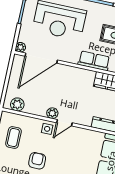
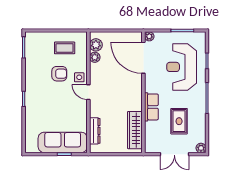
plant: (52, 113) -> (95, 57), moved
armchair: (37, 161) -> (59, 74), moved

